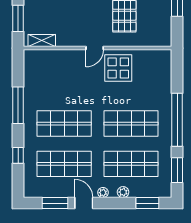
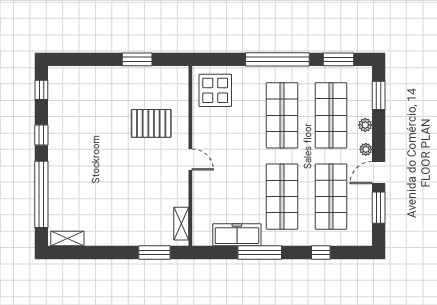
display table: (118, 68) -> (215, 90), moved
freezer: (33, 86) -> (237, 235), added

